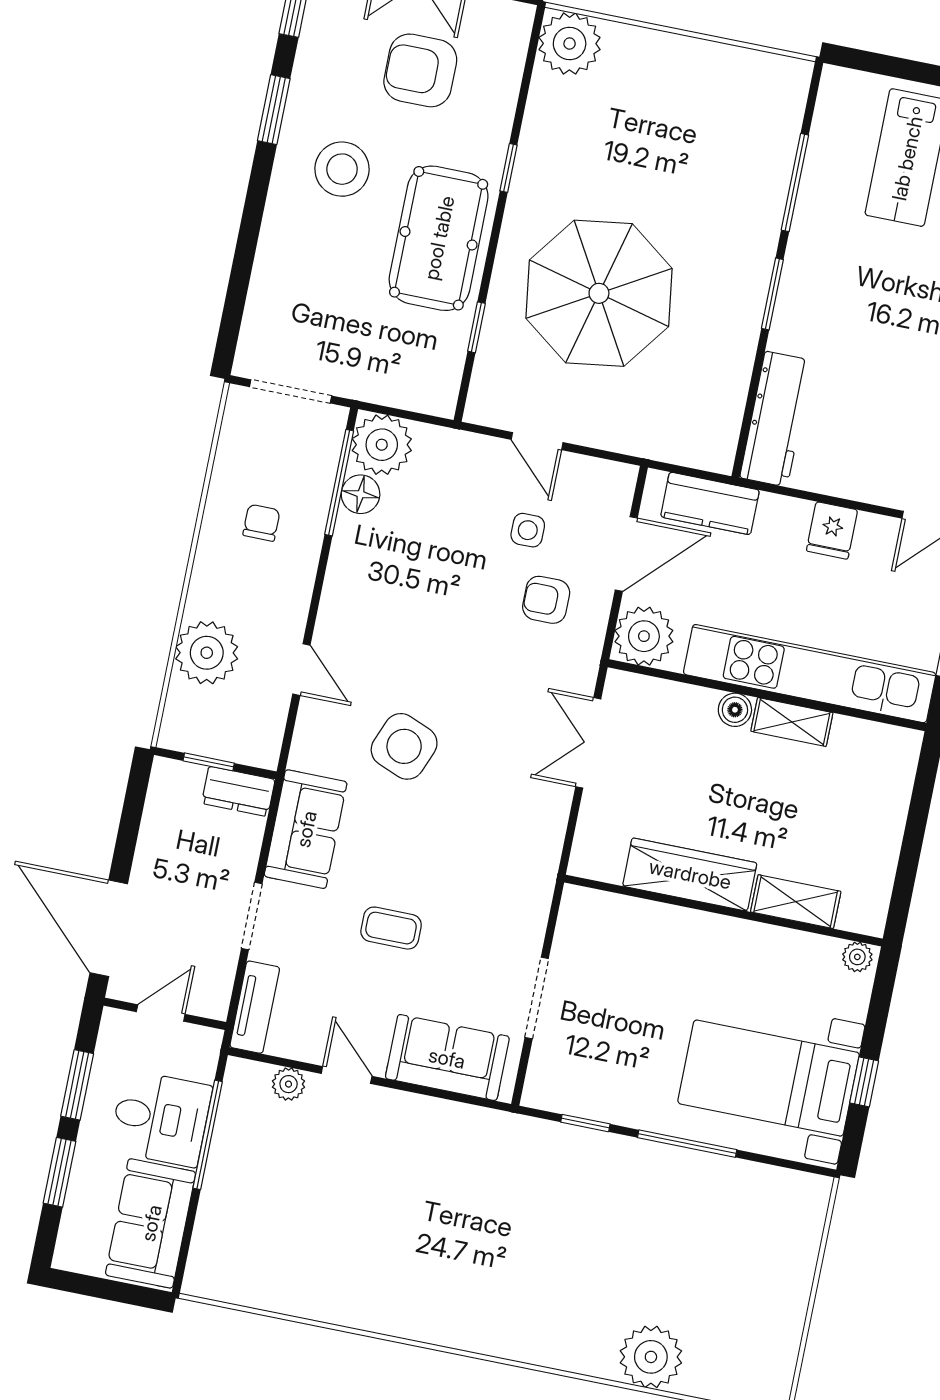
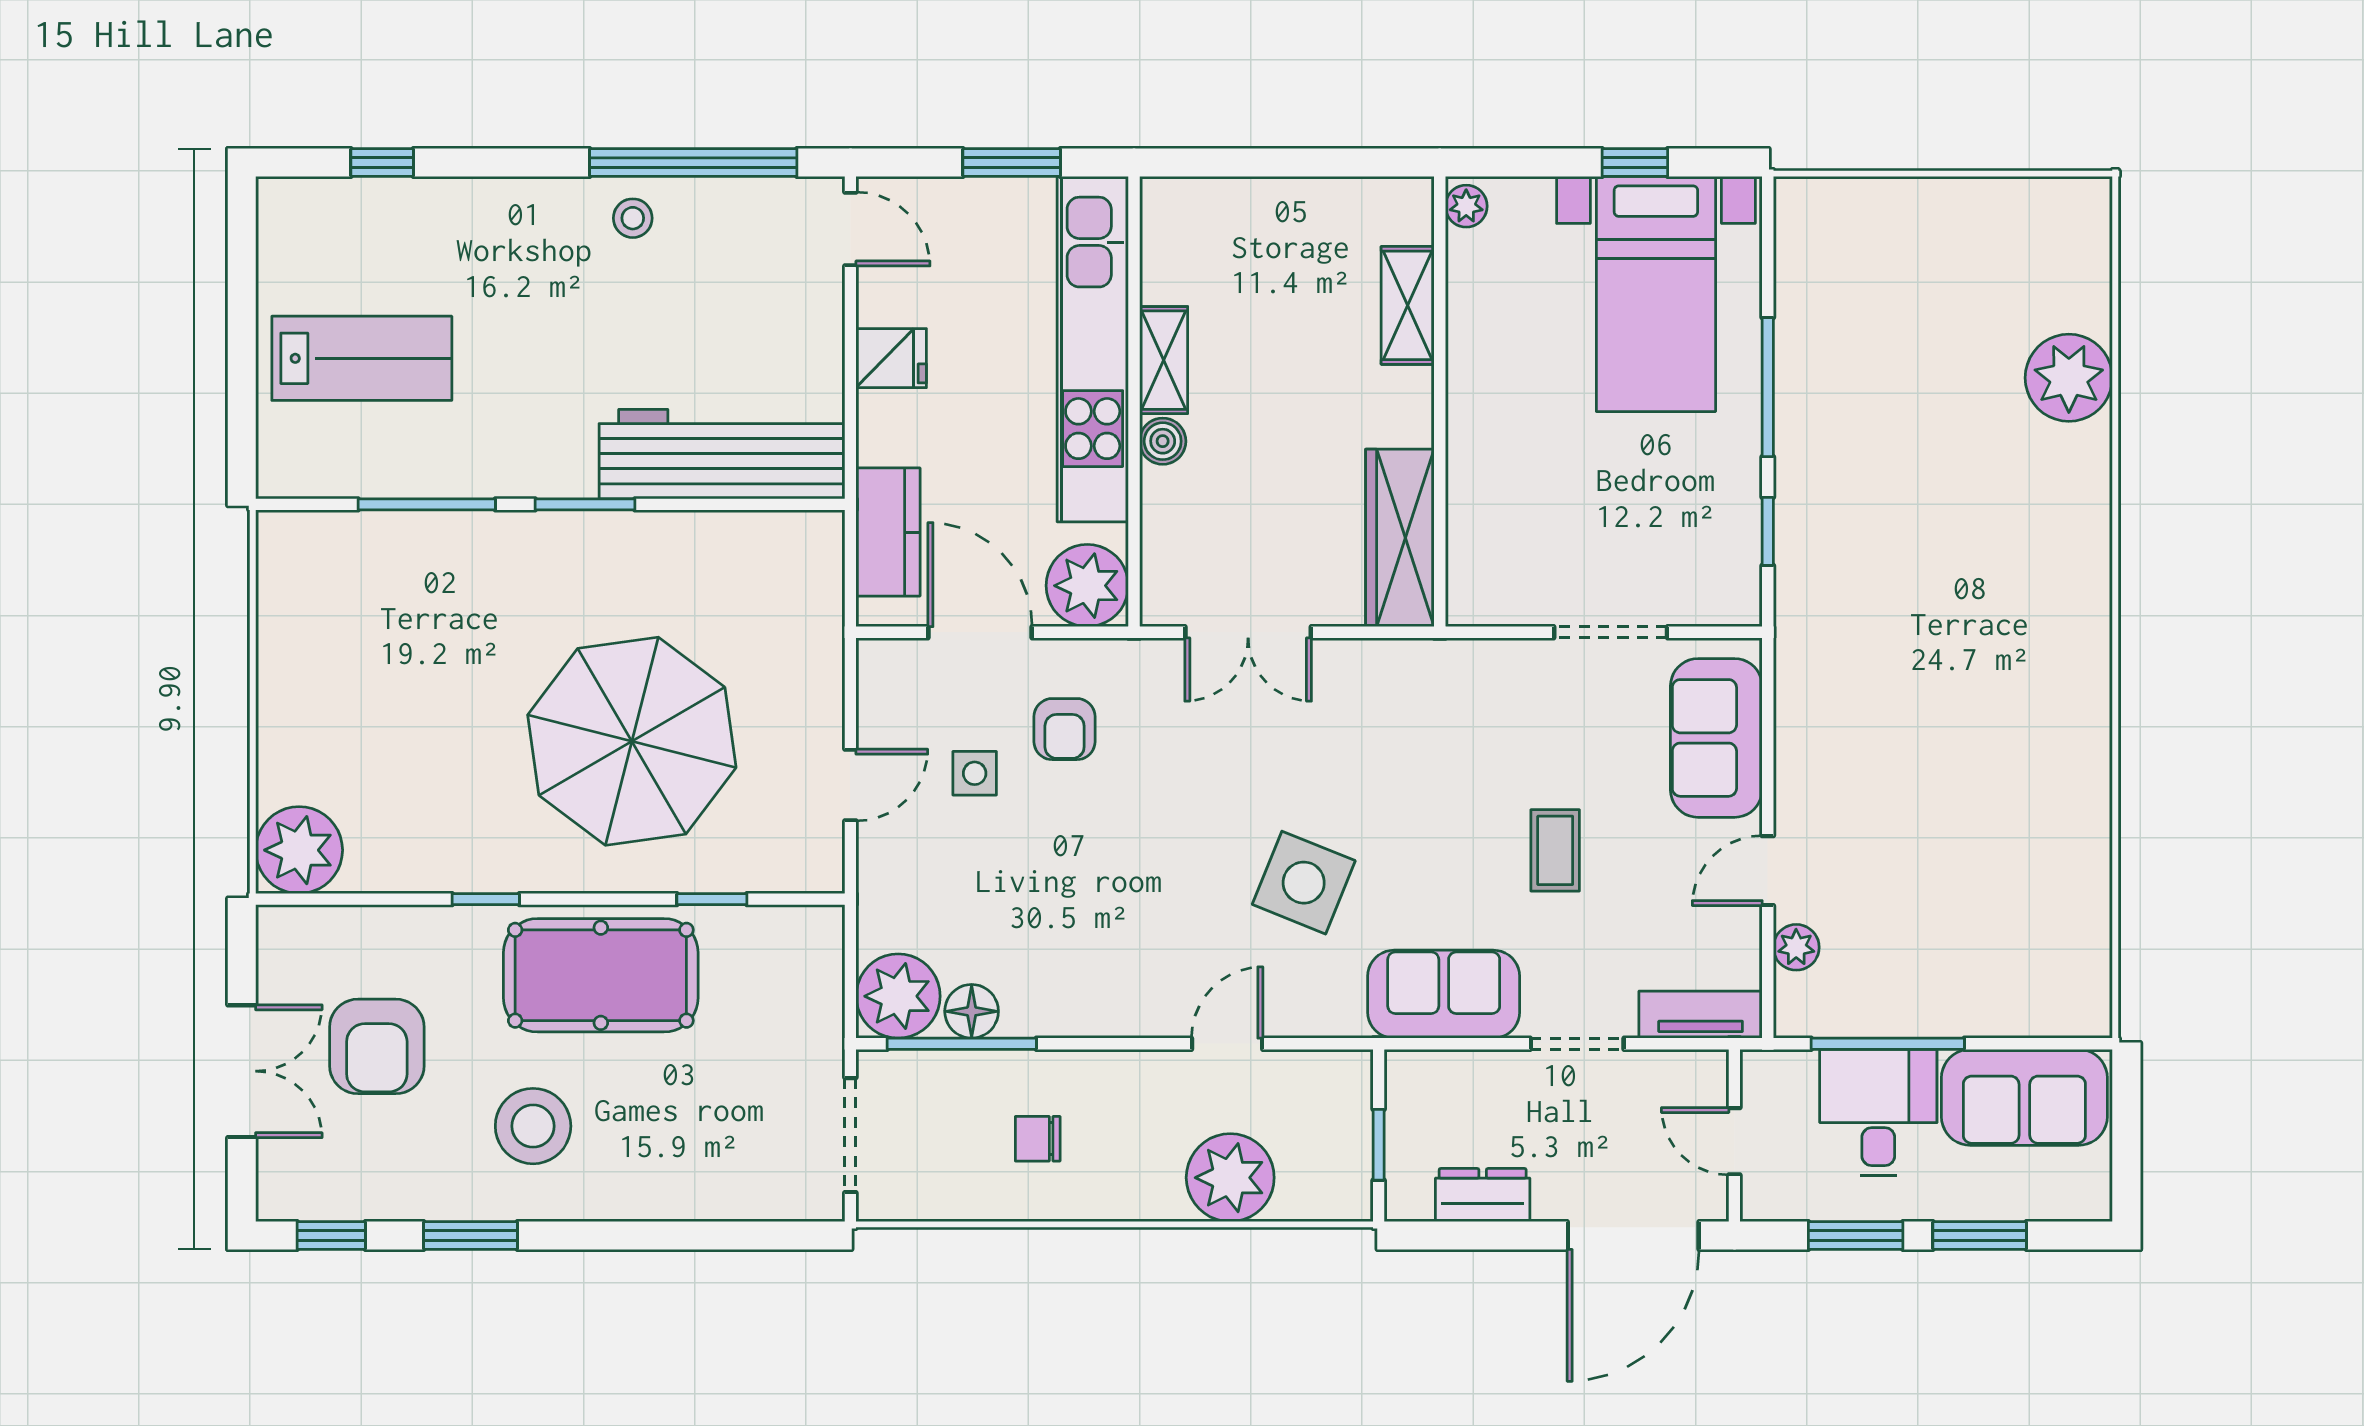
workbench: (776, 419) -> (722, 454), width x1.36, depth x1.32
dresser: (238, 791) -> (1483, 1195), moved, turned -90
wardrobe: (690, 874) -> (1400, 538), moved

